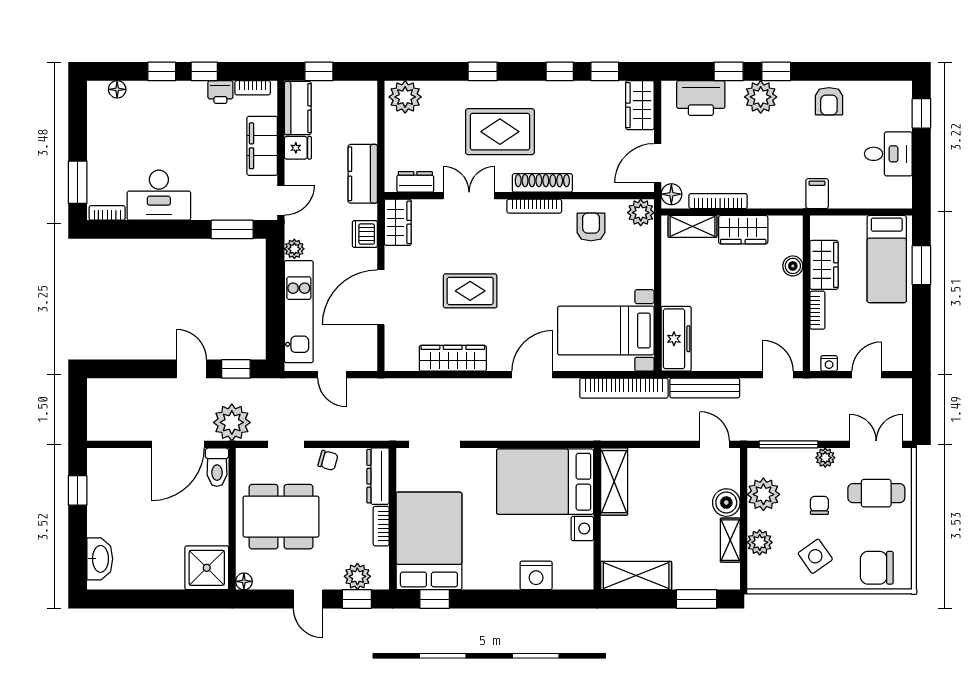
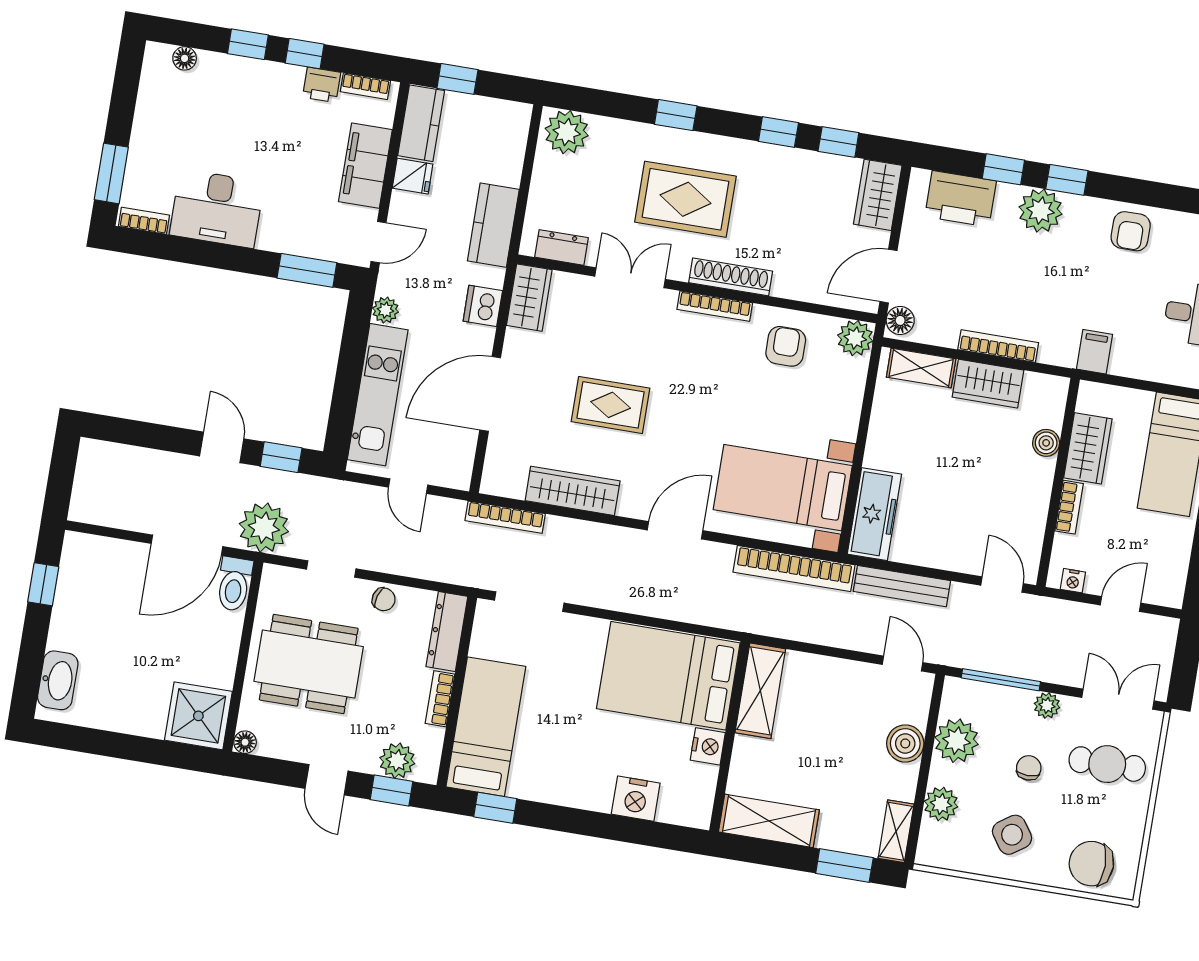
bookcase: (718, 201) -> (998, 346), moved
bookcase: (407, 386) -> (505, 517), added
shelving: (730, 540) -> (896, 831), moved
bed: (429, 541) -> (486, 727), width x0.67

